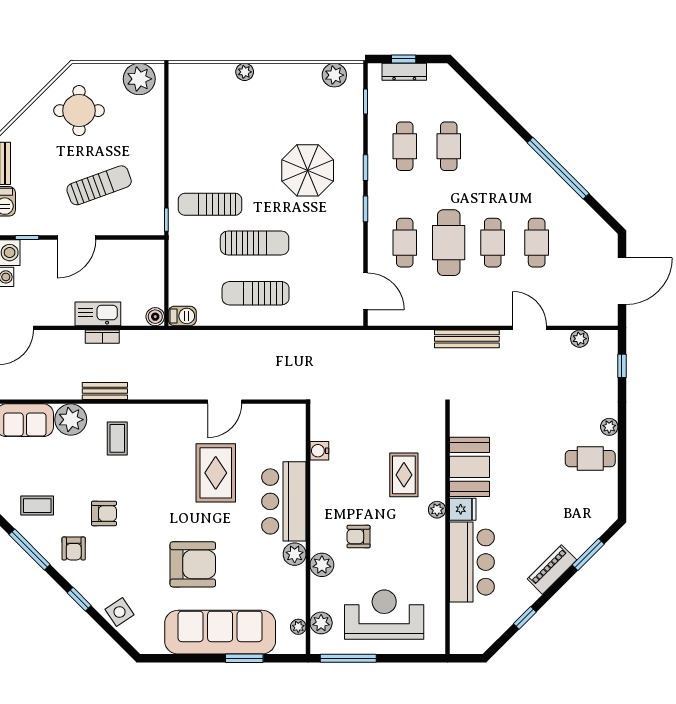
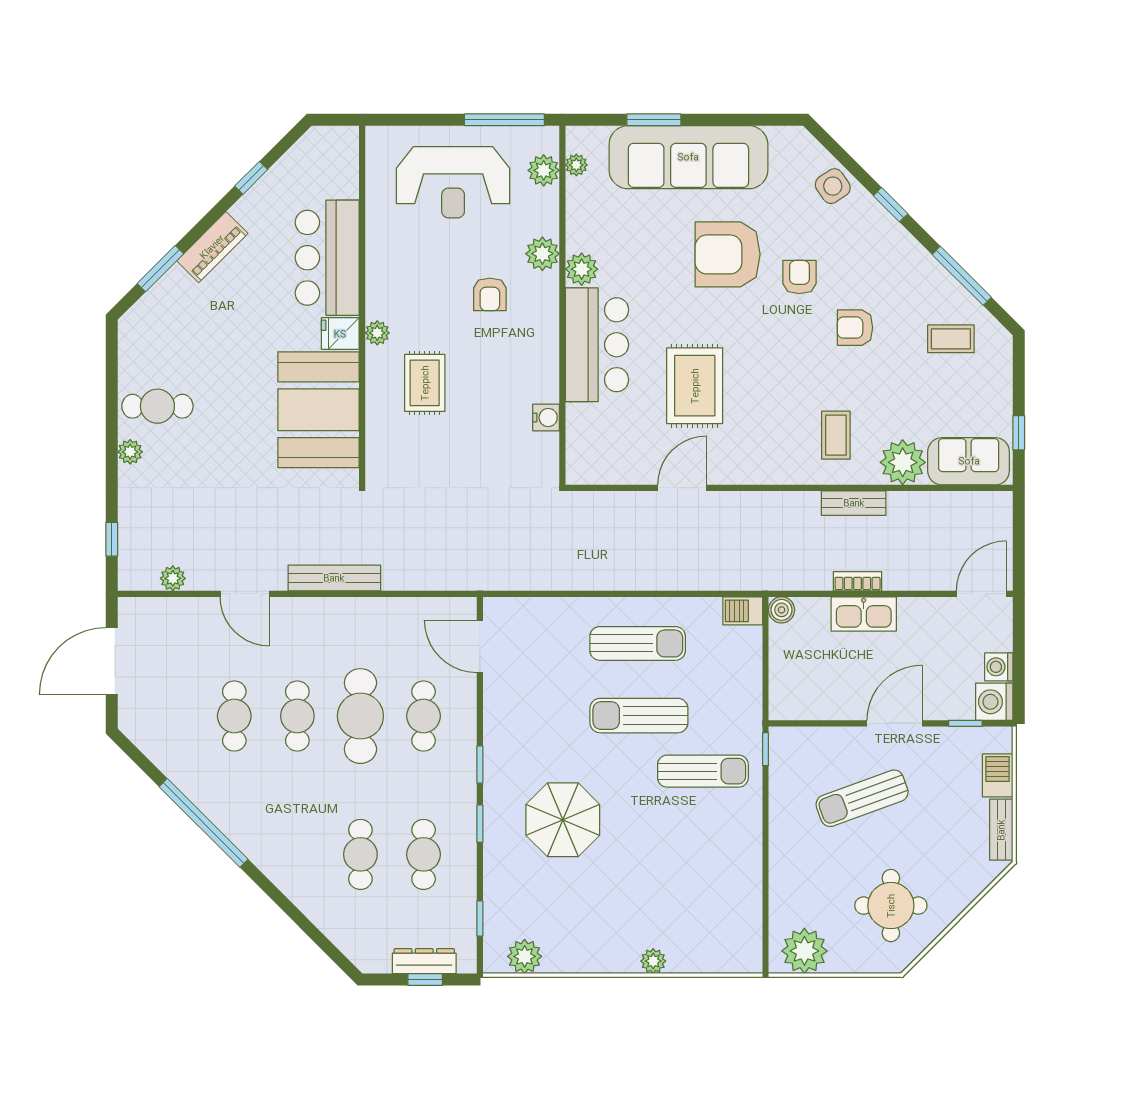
booth: (470, 467) -> (318, 410), width x1.36, depth x1.42
armchair: (359, 537) -> (490, 294), turned 90
armchair: (74, 549) -> (799, 277), moved

